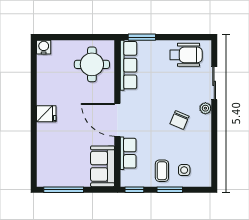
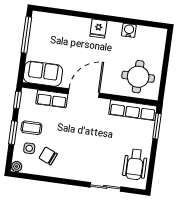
water cooler: (44, 47) -> (129, 30), moved, turned -90
plant: (205, 108) -> (17, 166), moved
chair: (179, 120) -> (48, 156), moved

